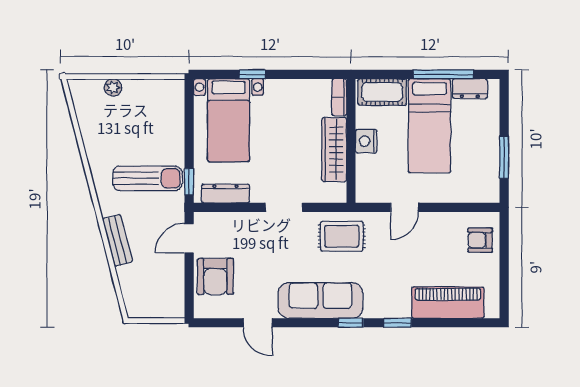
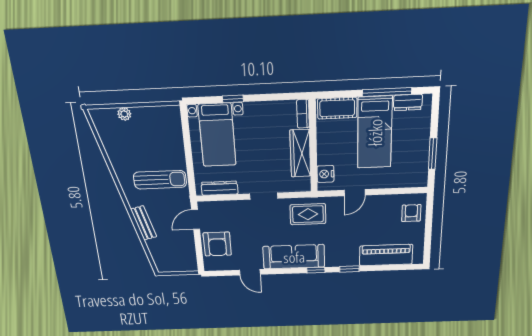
nightstand: (366, 141) -> (325, 174), moved
window: (189, 182) -> (191, 181), removed
armchair: (480, 240) -> (411, 213), turned 90

